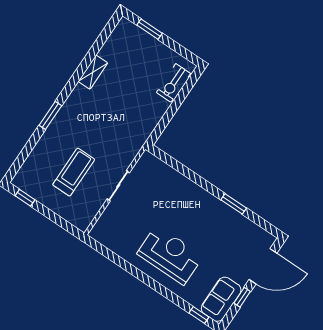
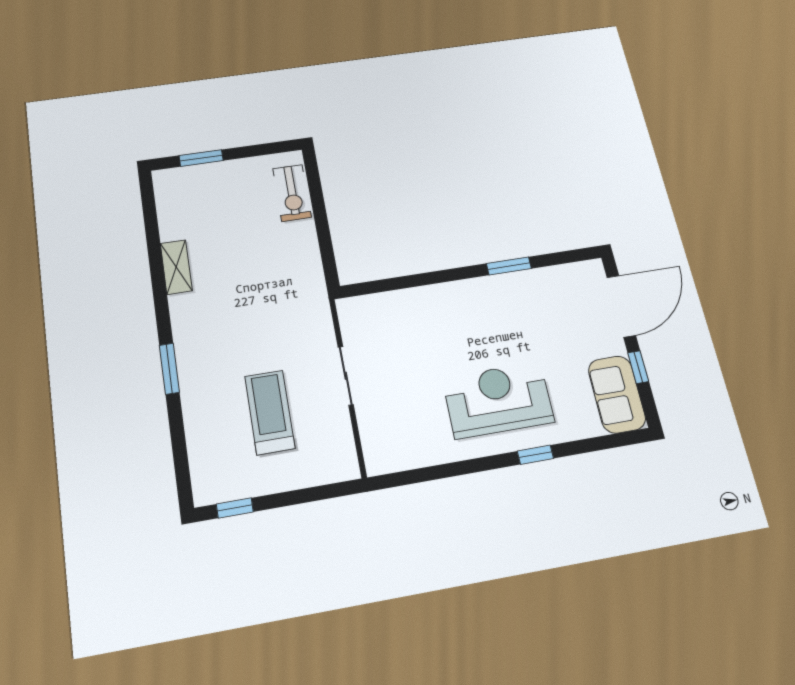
window: (199, 315) -> (535, 455), moved

